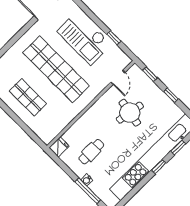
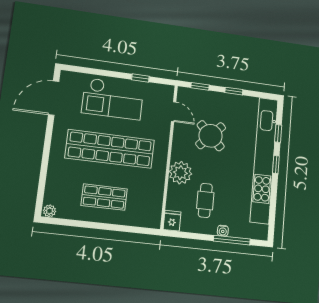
round table: (130, 113) -> (211, 136), turned 34
plant: (90, 121) -> (180, 173), added

